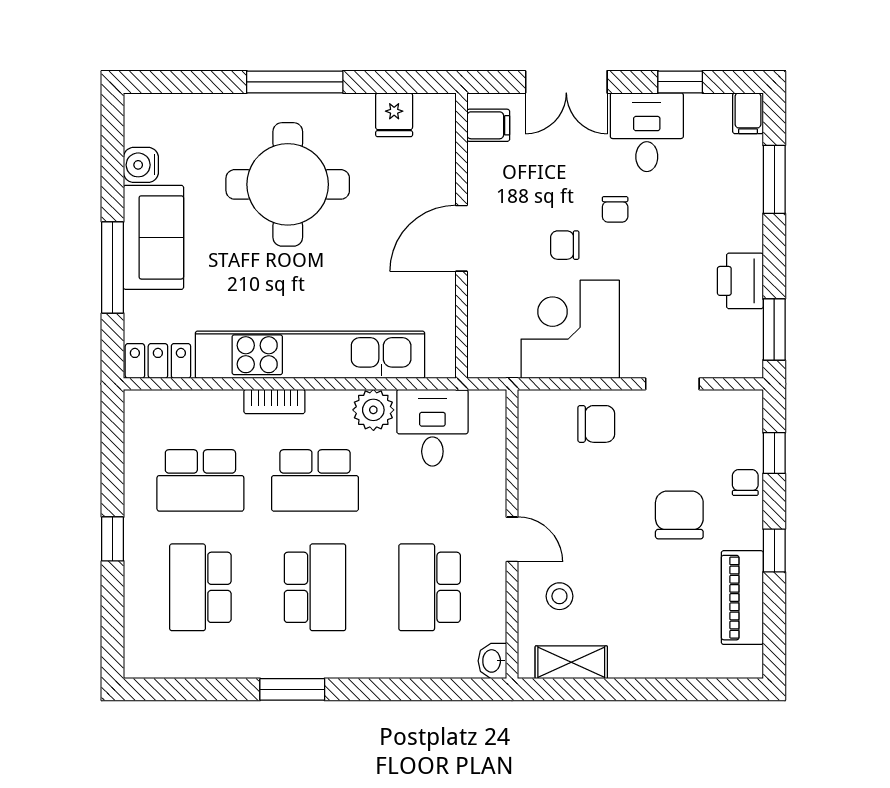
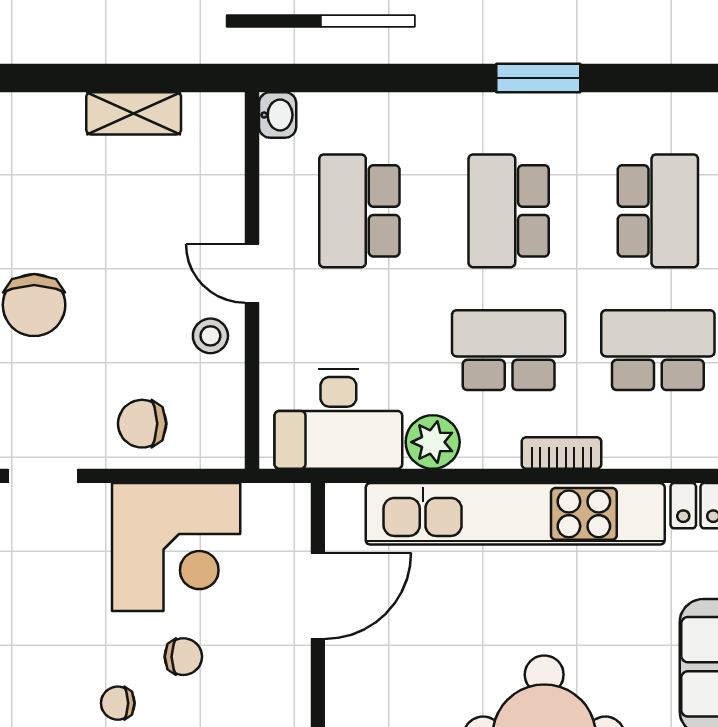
chair: (615, 209) -> (118, 703), turned -90
door: (461, 238) -> (318, 596), moved
desk: (432, 428) -> (338, 419), width x1.37
school desk: (430, 587) -> (359, 211), turned 180
stool: (559, 596) -> (210, 336), moved
shelving: (571, 662) -> (134, 113), moved

